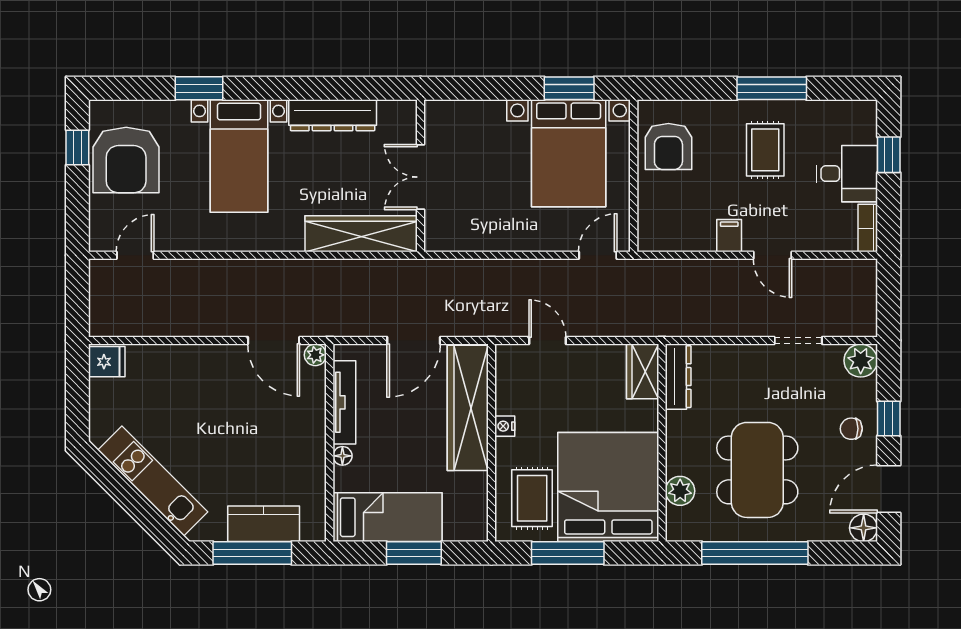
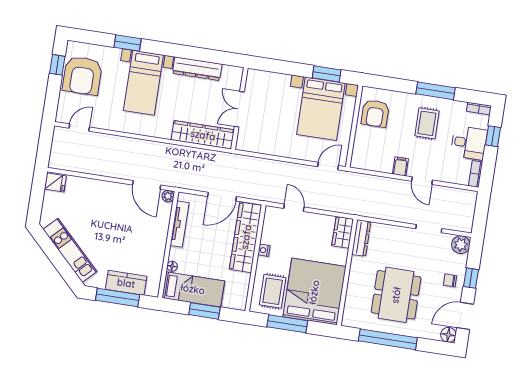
bookcase: (856, 108) -> (479, 109), added
floor lamp: (342, 456) -> (172, 266), moved
plant: (680, 491) -> (353, 300), removed

